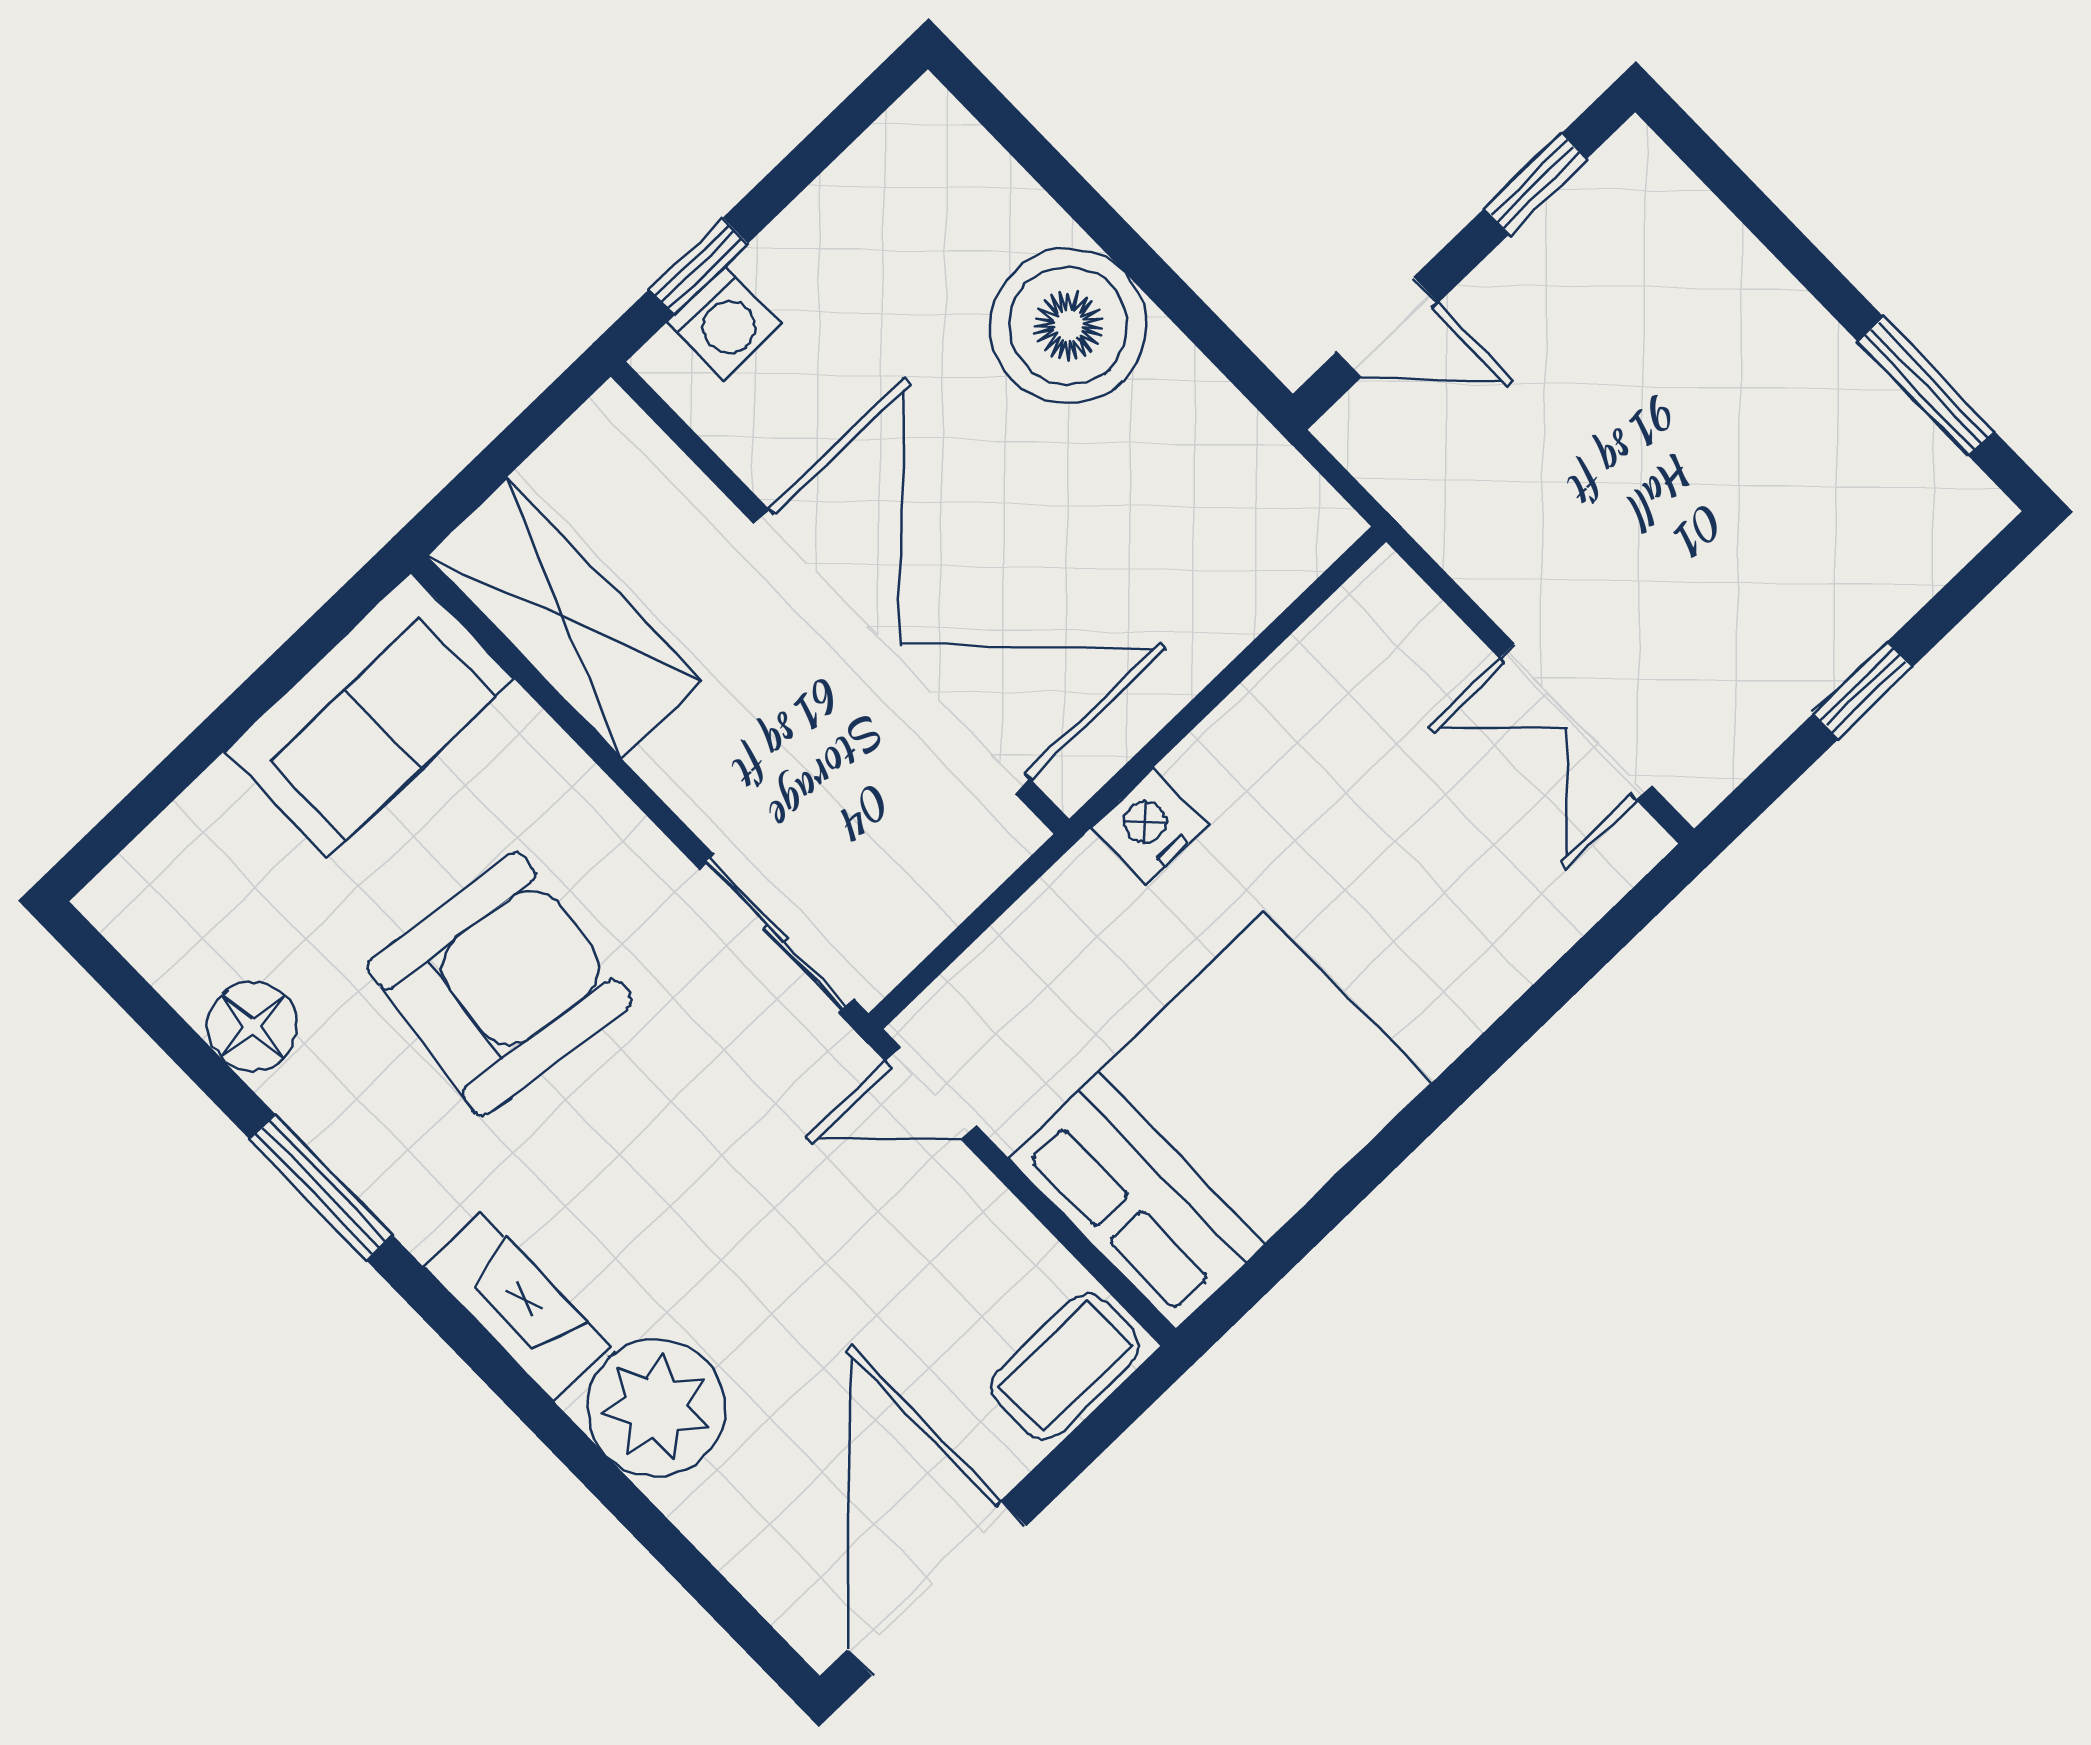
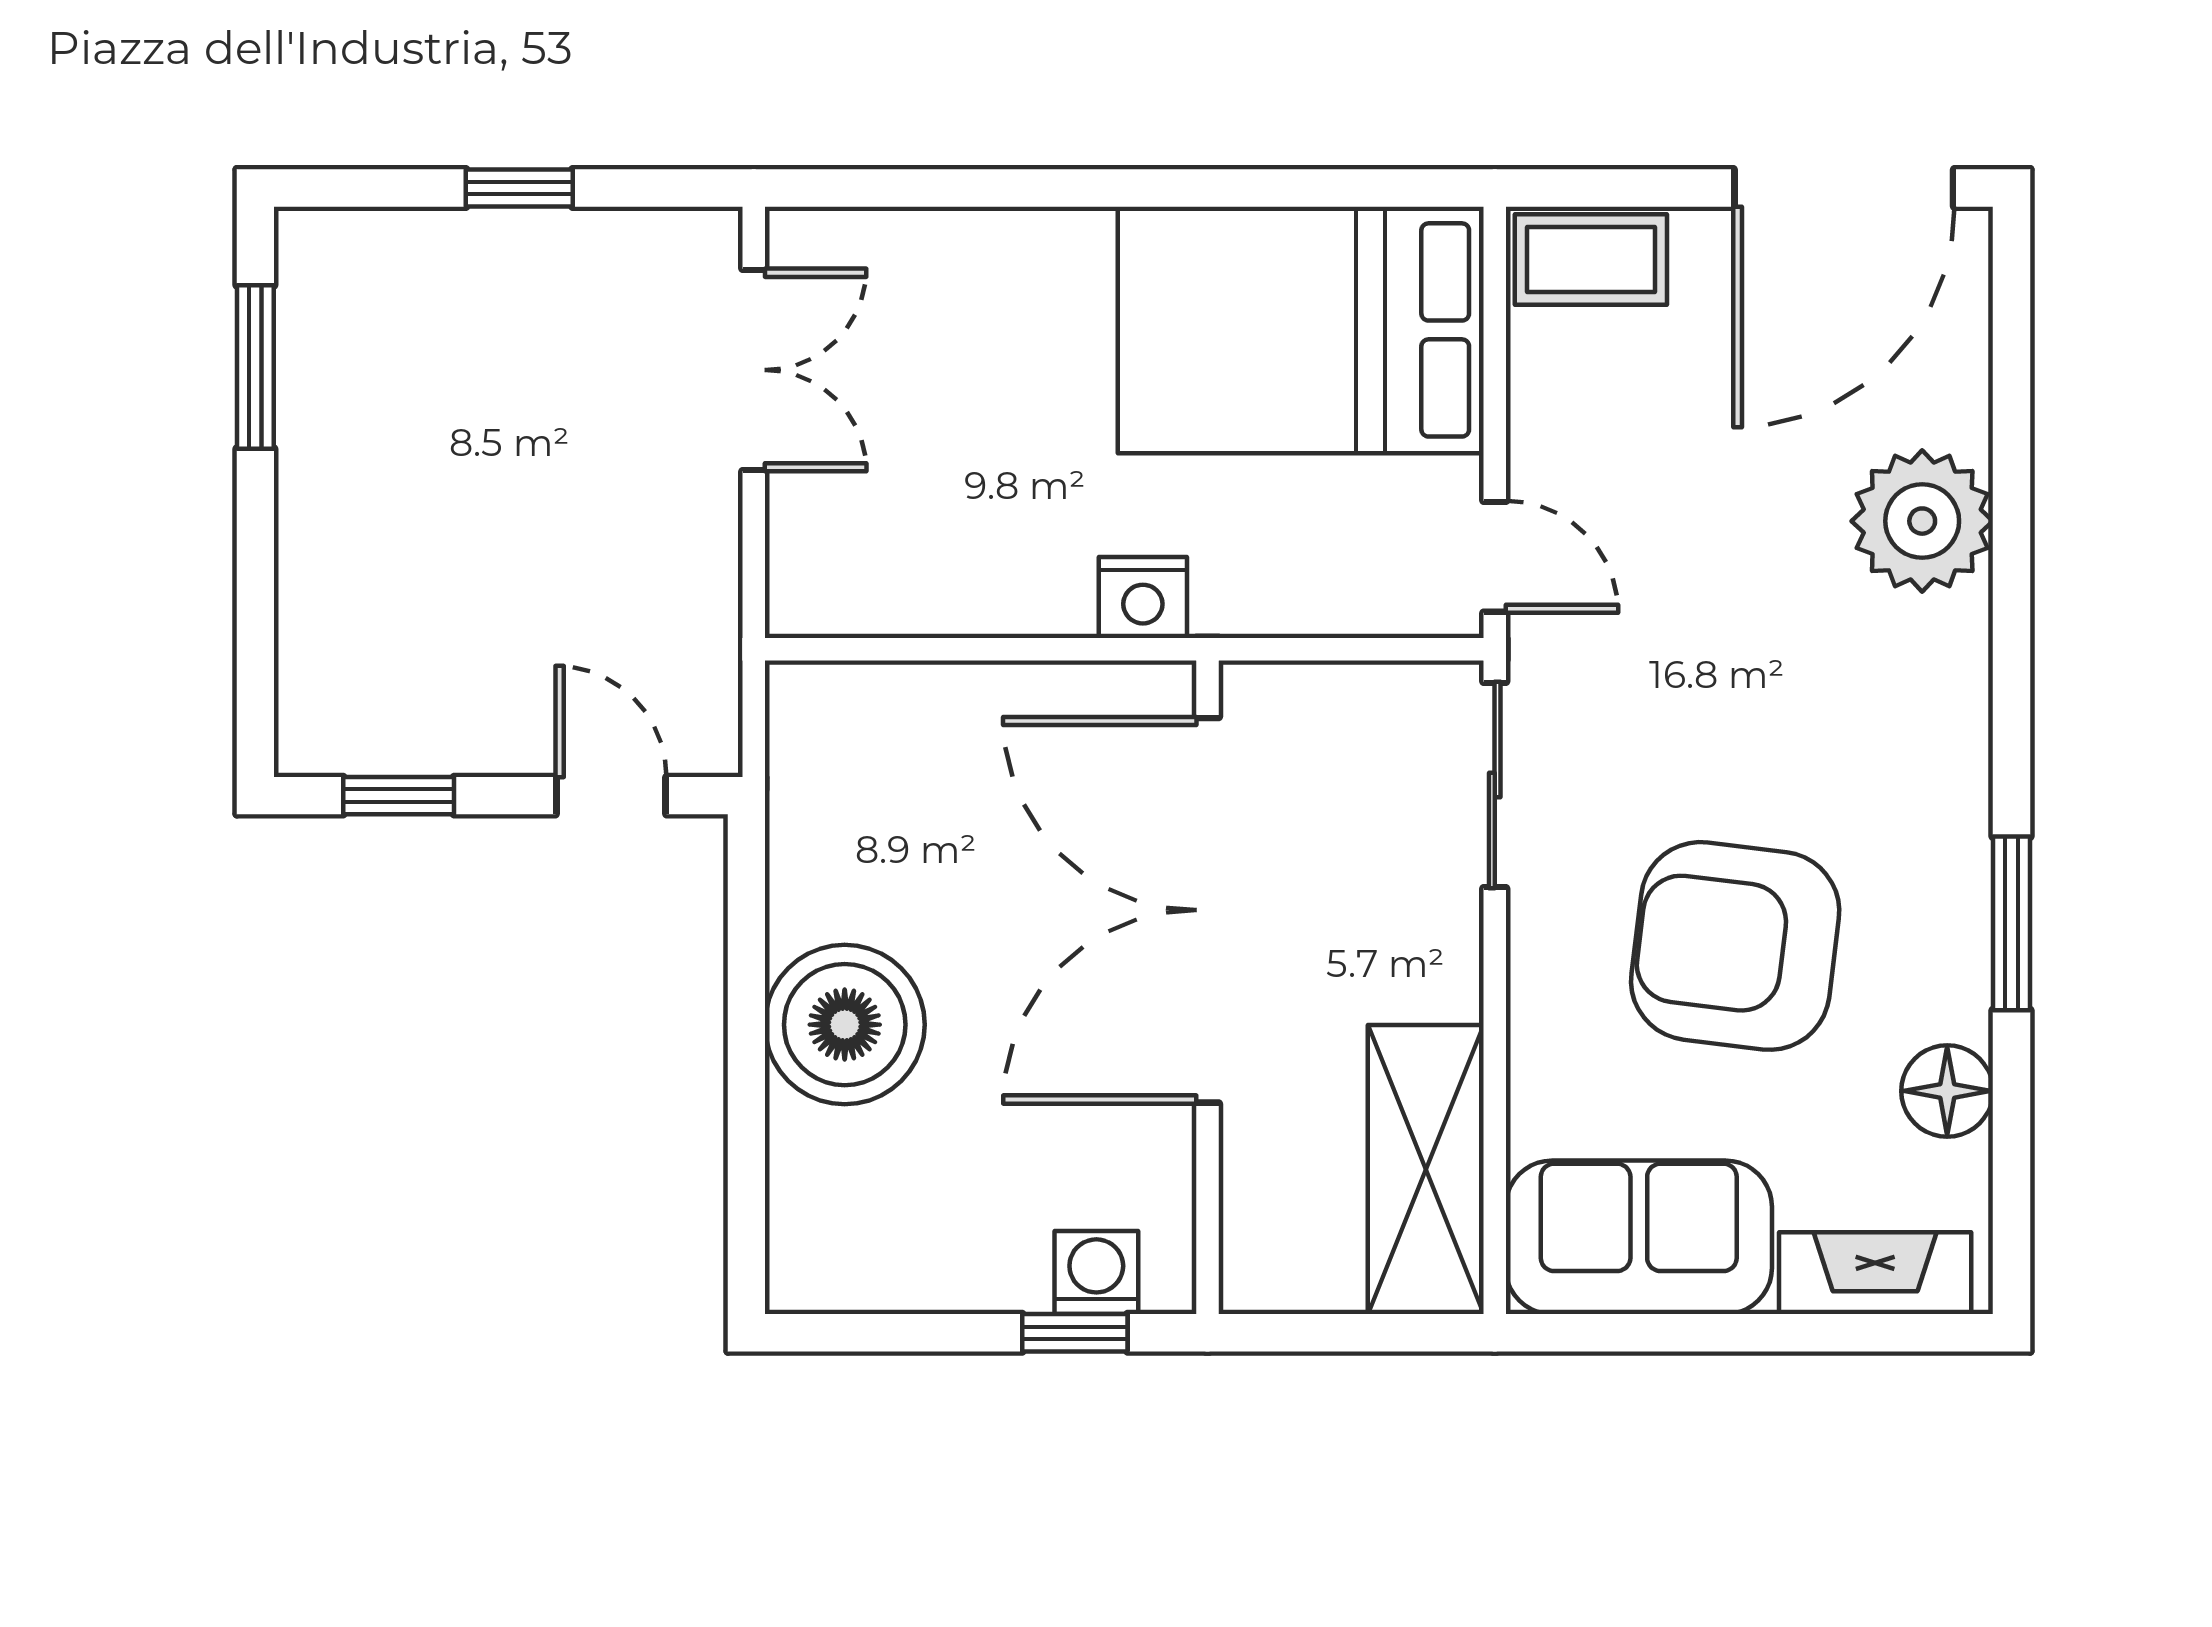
fireplace: (517, 1306) -> (1875, 1273), moved, turned 90

